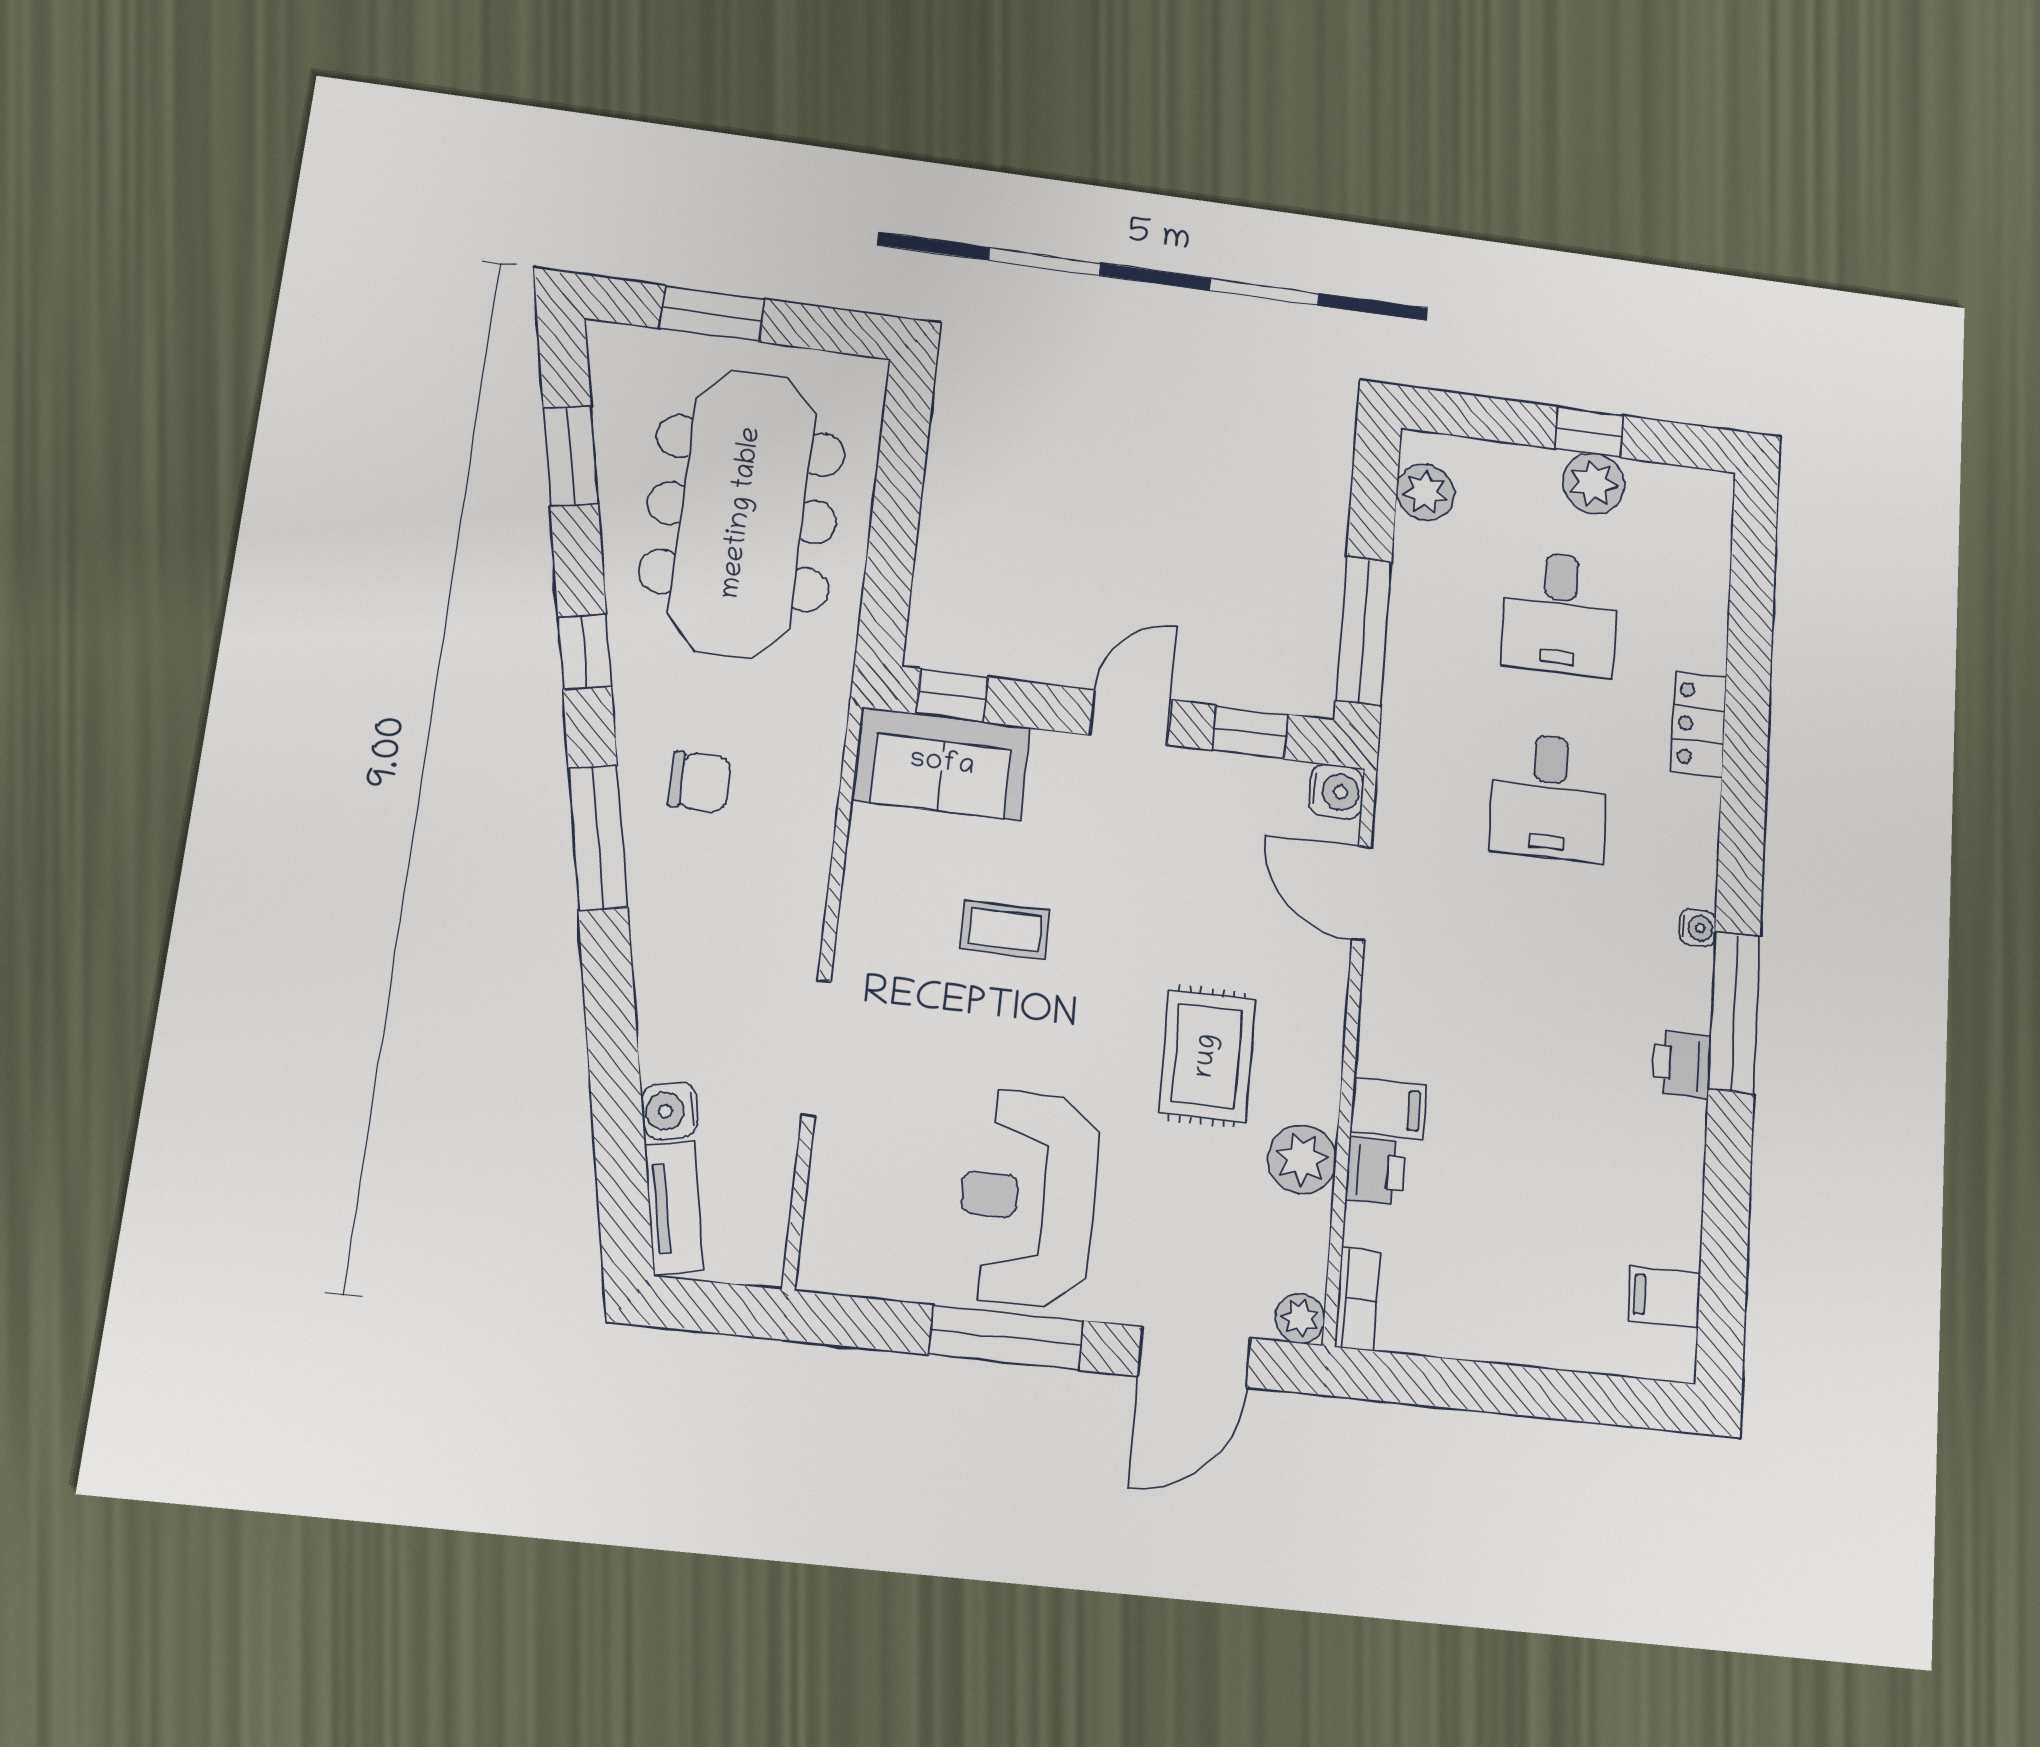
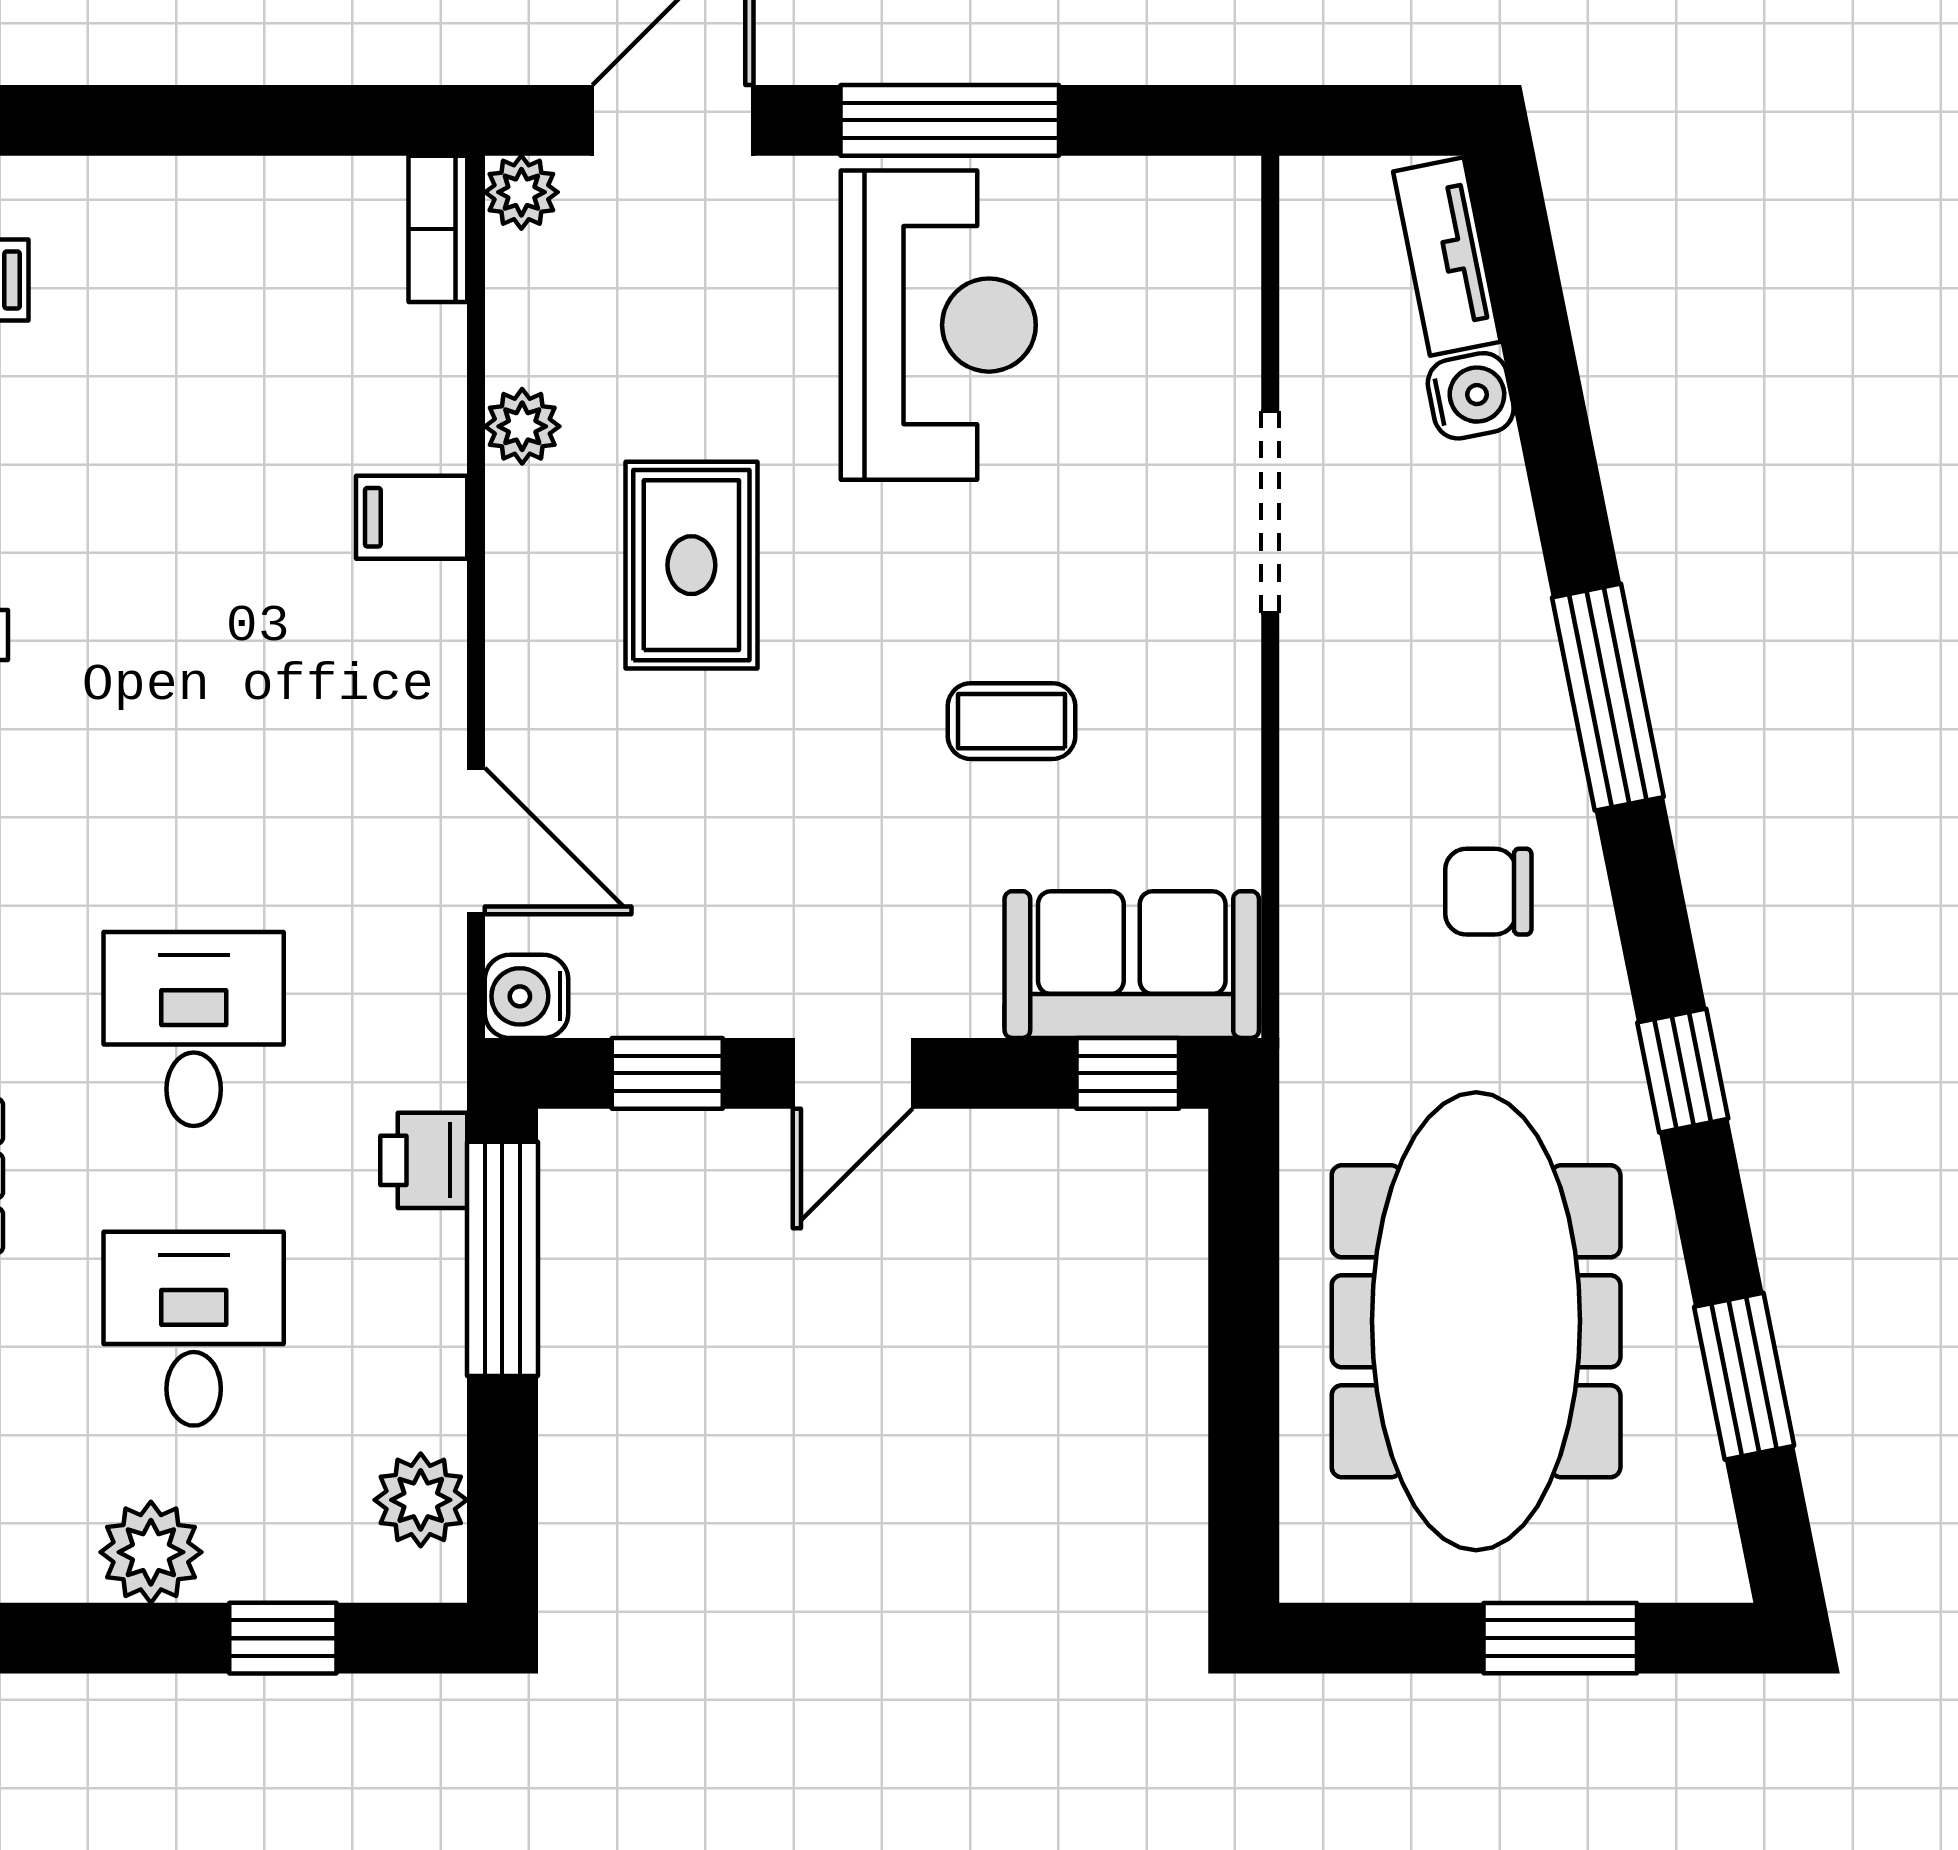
window: (1589, 432) -> (283, 1638), moved
window: (598, 837) -> (1608, 697), moved
plant: (1302, 1159) -> (522, 426), width x0.73, depth x0.73
printer: (1376, 1171) -> (424, 1160), moved

